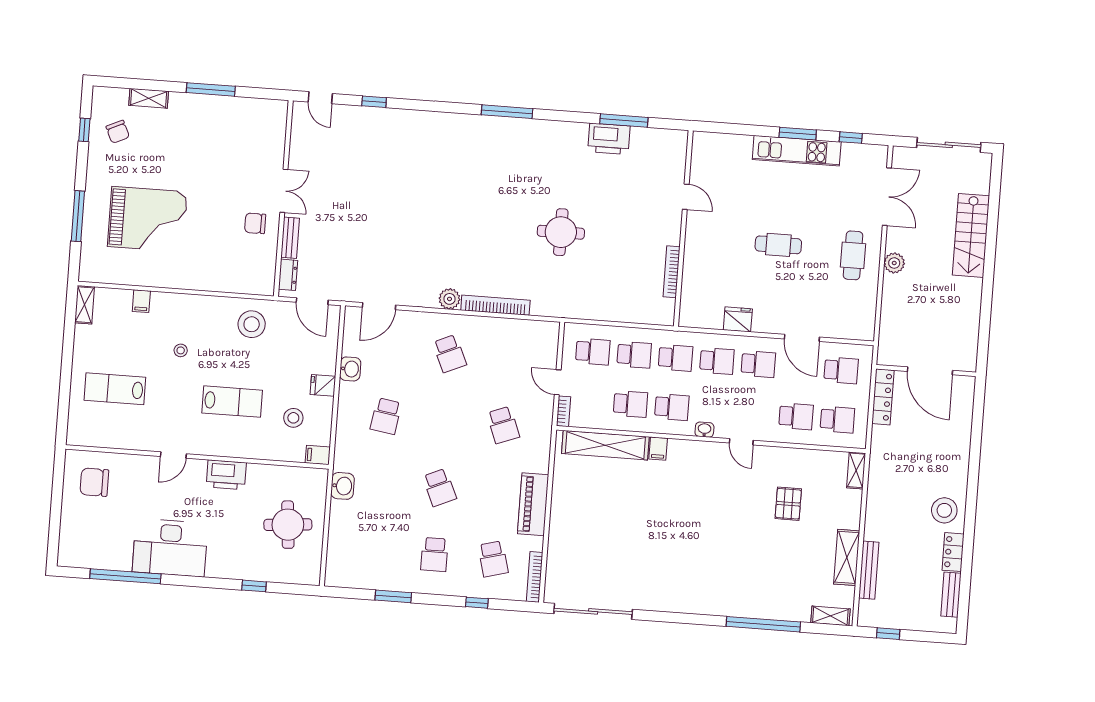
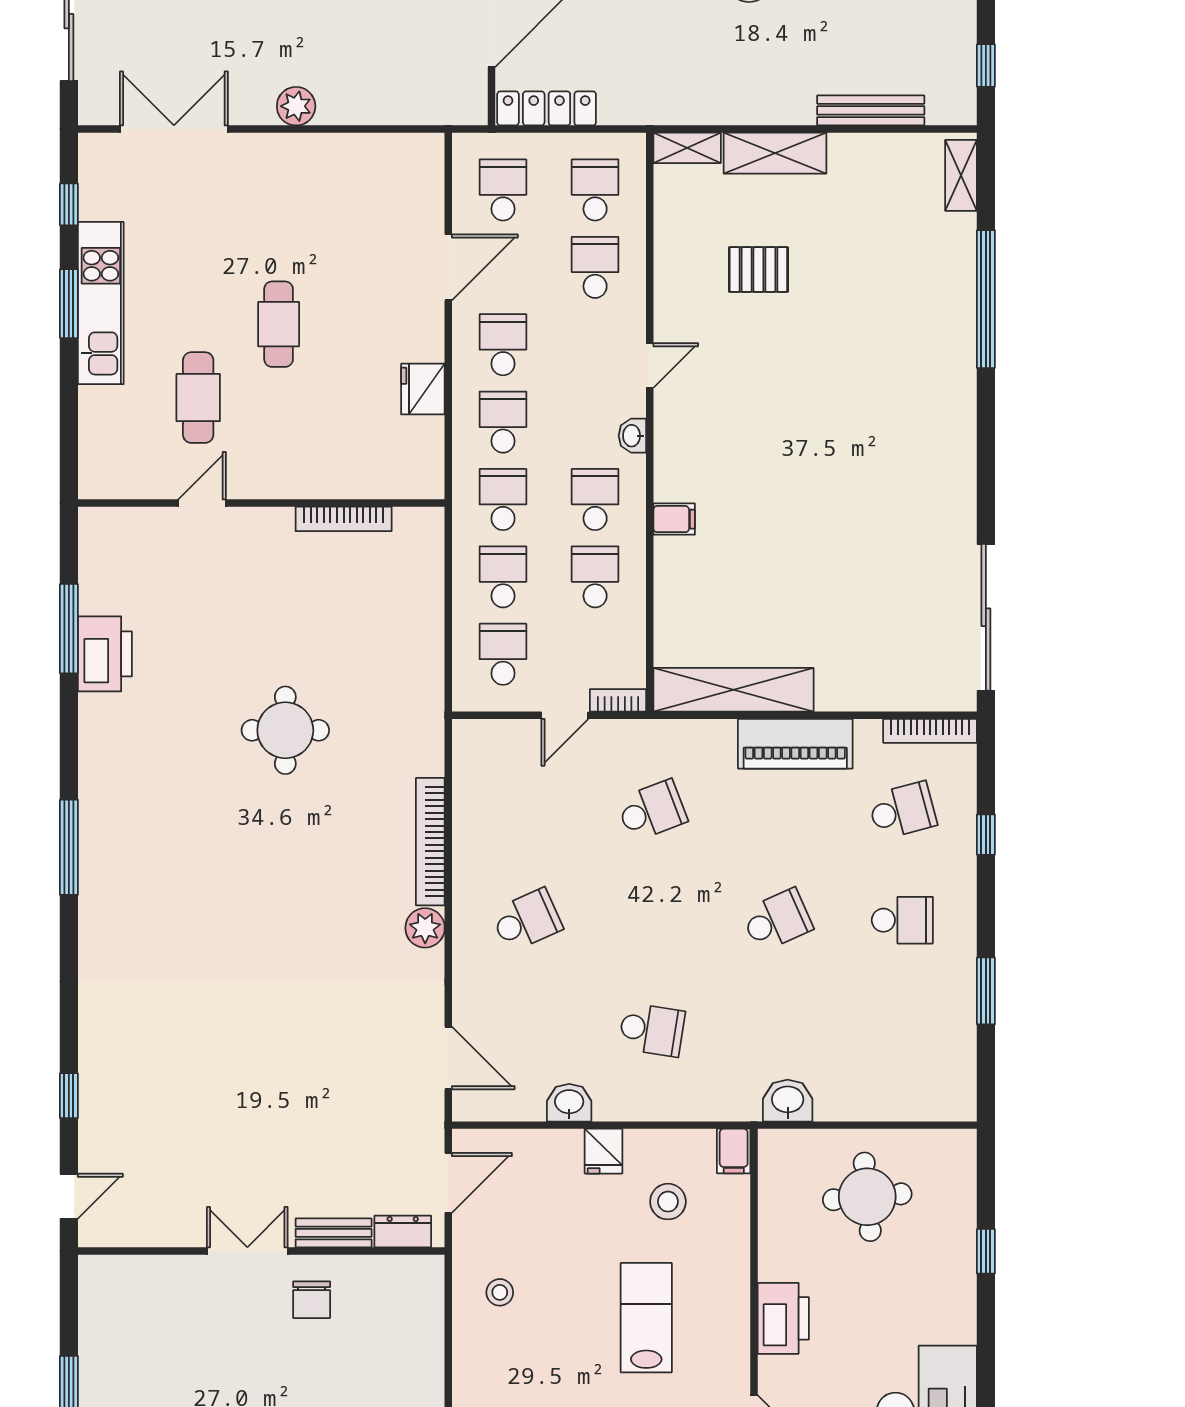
cafe table: (853, 255) -> (198, 398), moved, turned 90
stool: (252, 324) -> (500, 1292), width x0.53, depth x0.53
shelving: (605, 445) -> (733, 690), moved, turned 90
shelving: (847, 557) -> (775, 153), moved

